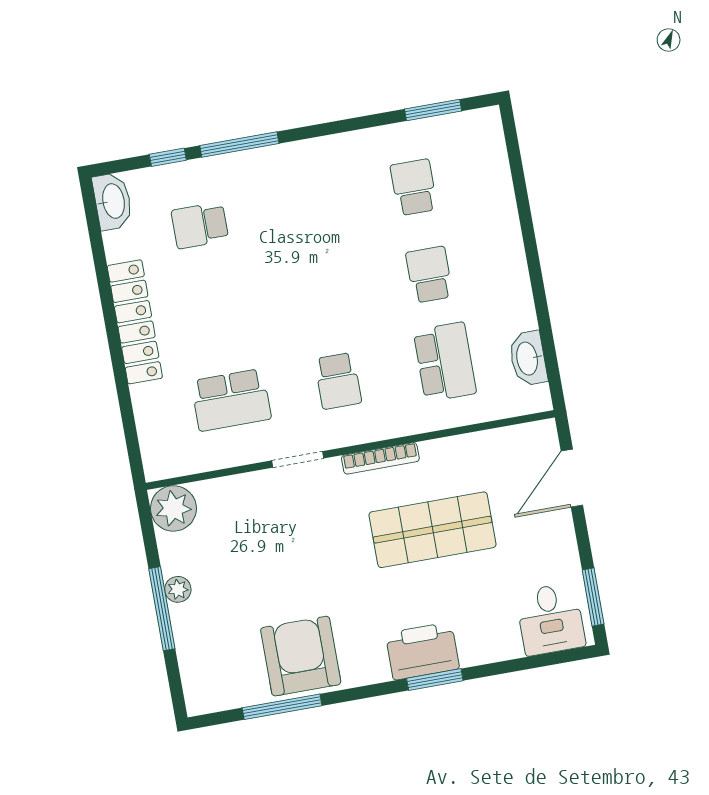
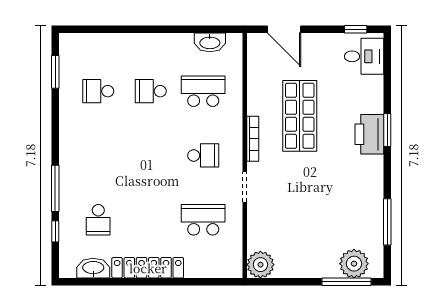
washbasin: (113, 201) -> (93, 268), moved
school desk: (231, 400) -> (203, 220), turned -90
plant: (178, 589) -> (354, 264), moved, width x1.87, depth x1.87
window: (593, 597) -> (356, 29), width x0.67
window: (162, 609) -> (346, 282), moved
armchair: (301, 656) -> (360, 206), removed

